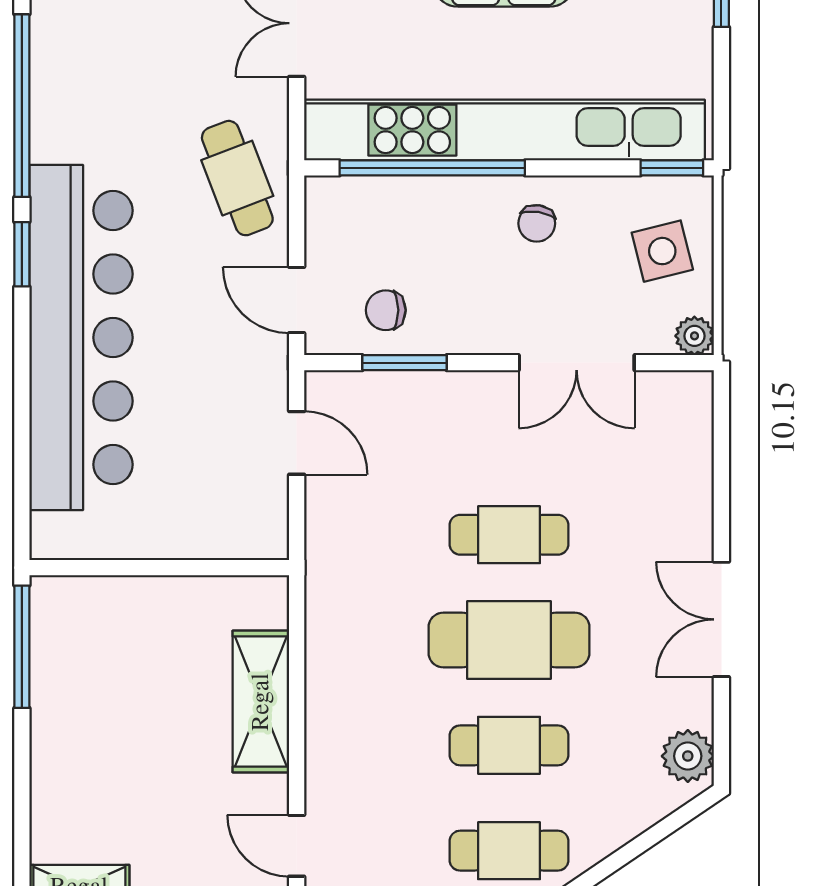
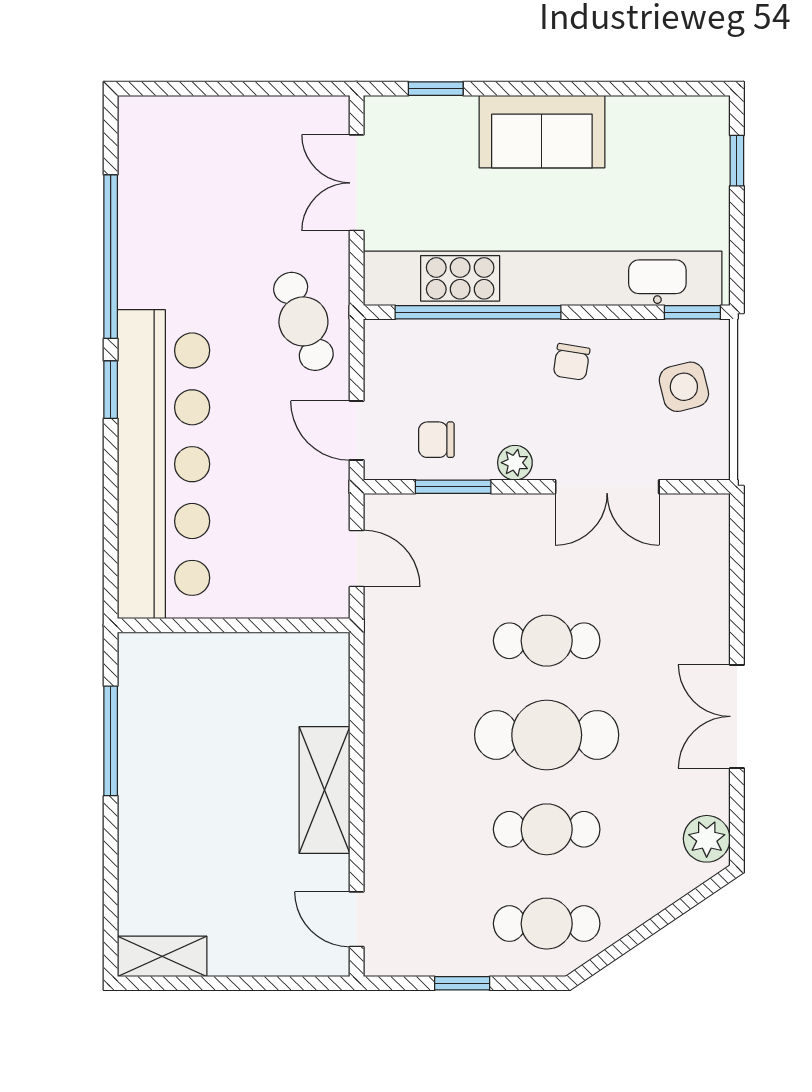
plant: (694, 336) -> (515, 463), moved
wall: (159, 568) -> (234, 625), moved

